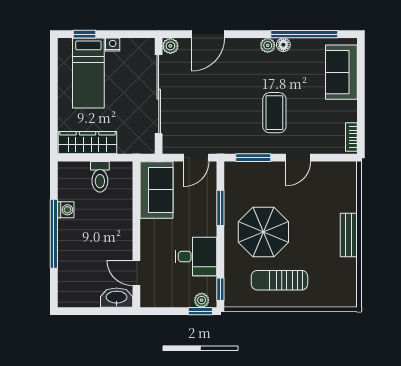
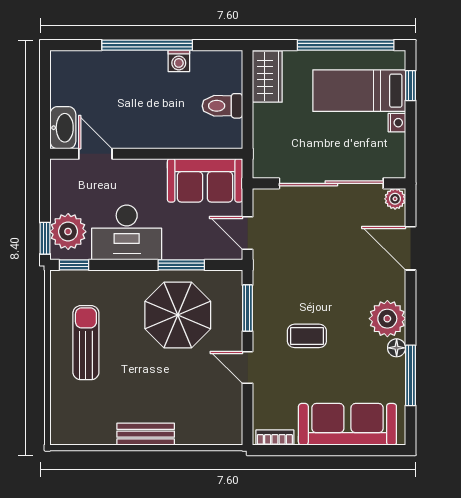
window: (304, 34) -> (410, 375), width x0.68
plant: (268, 45) -> (387, 319), width x1.88, depth x1.88
sofa: (341, 72) -> (347, 424), width x1.36
window: (54, 83) -> (346, 45), added
coffee table: (274, 113) -> (307, 336), width x0.73, depth x0.77
wardrobe: (87, 143) -> (267, 77), width x0.67
parasol: (263, 232) -> (178, 315), moved
desk: (196, 257) -> (127, 232), width x1.37
door: (136, 273) -> (95, 154), hinge flipped
plant: (202, 300) -> (68, 232), width x1.88, depth x1.88

